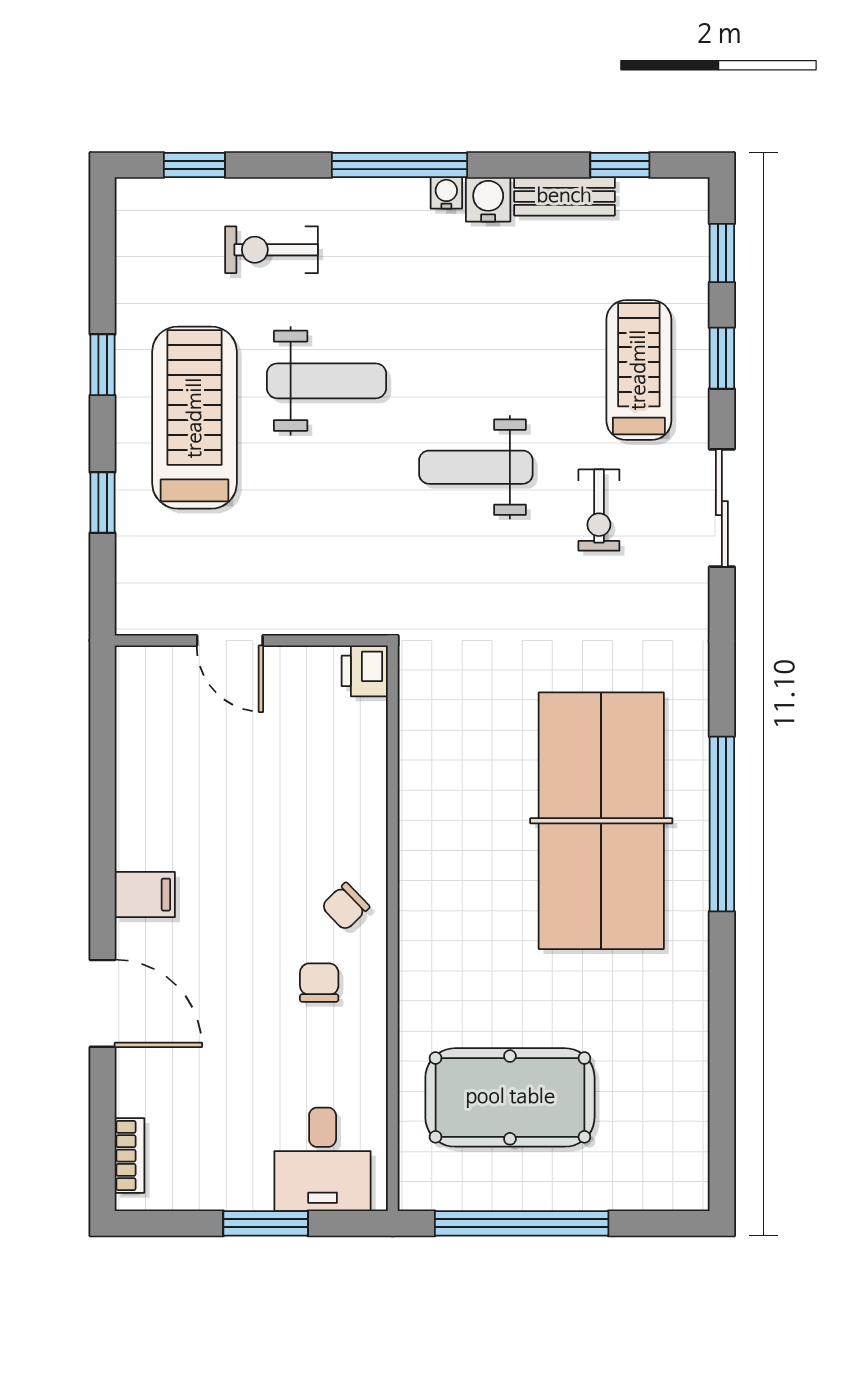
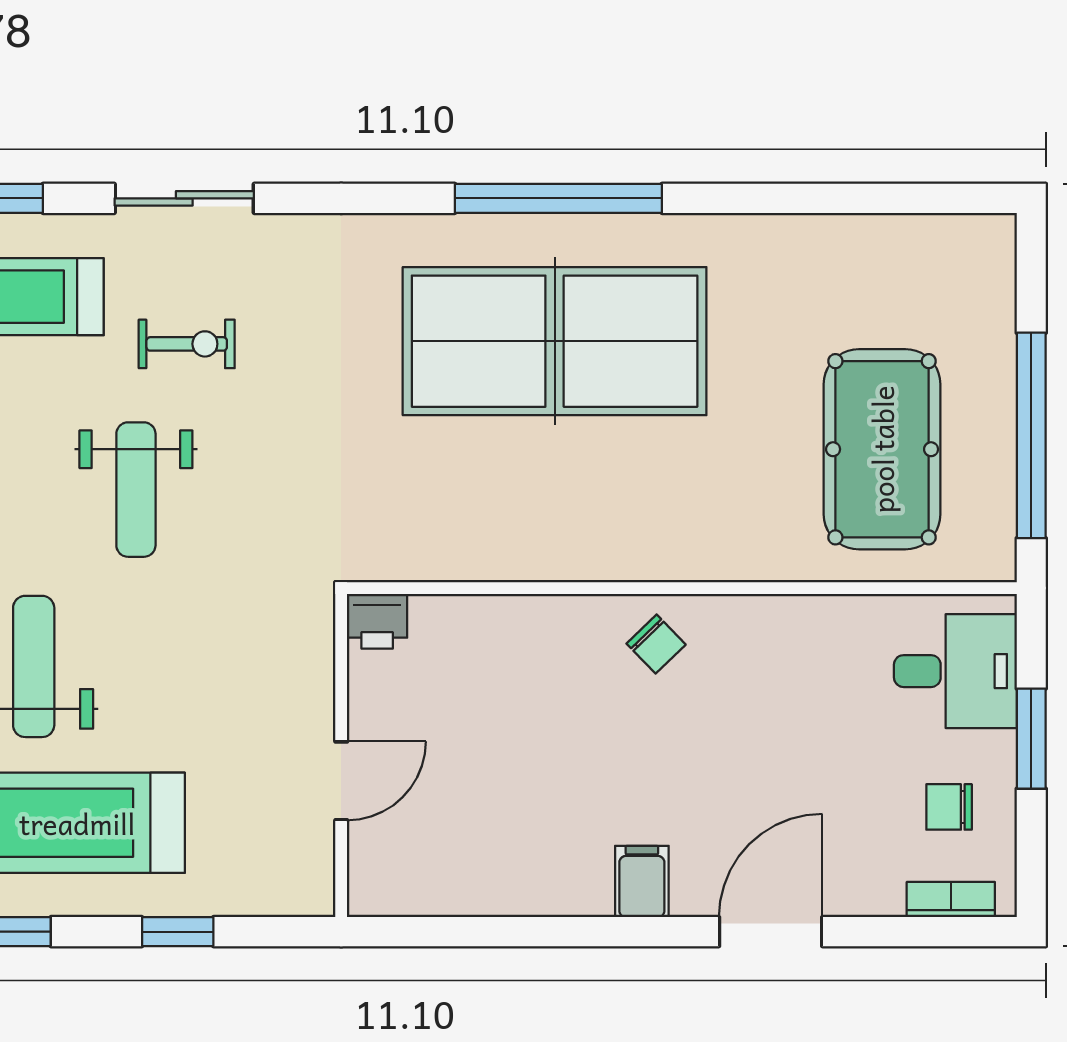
chair: (319, 983) -> (949, 807), moved

